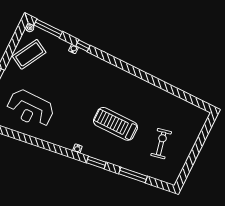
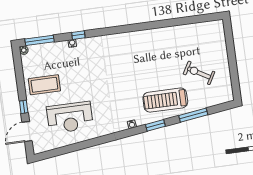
coffee table: (29, 54) -> (44, 85), moved, turned 61
treadmill: (115, 124) -> (165, 100), moved
exercise bike: (161, 144) -> (199, 73), turned -48

